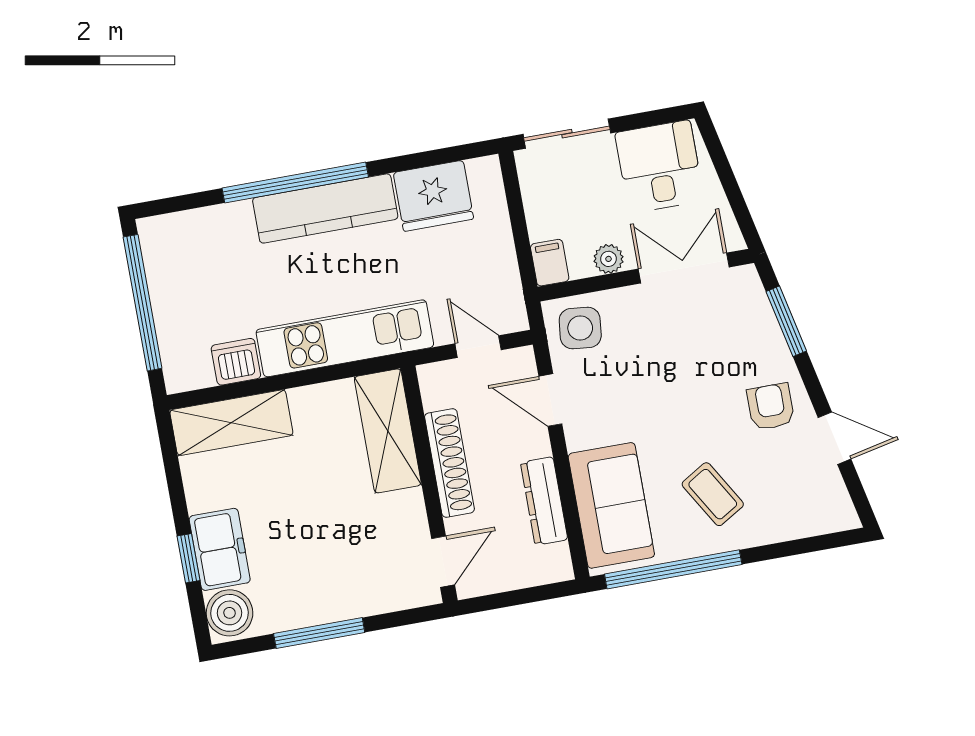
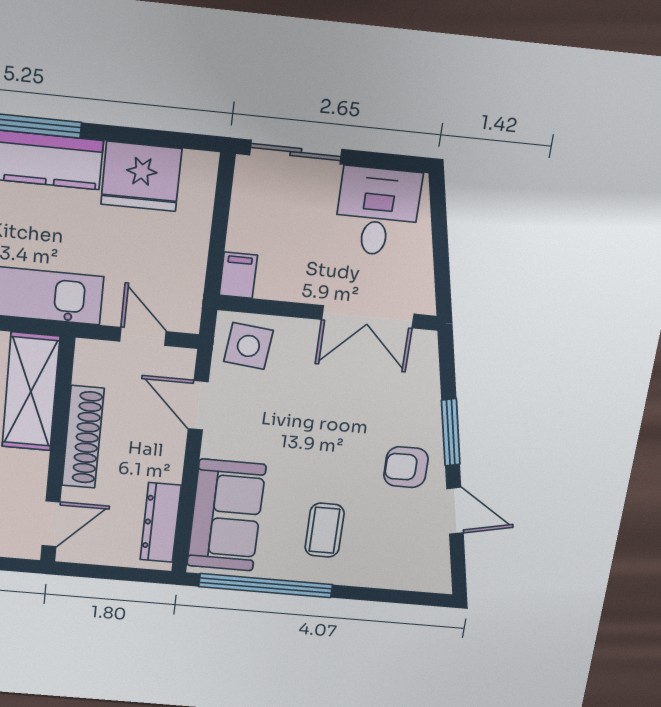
plant: (609, 259) -> (297, 288), removed
double door: (684, 268) -> (368, 317), swing flipped
window: (786, 321) -> (451, 432), moved
armchair: (771, 407) -> (406, 467), turned -90
coffee table: (713, 494) -> (325, 530), turned 31
dresser: (544, 501) -> (161, 523), moved

